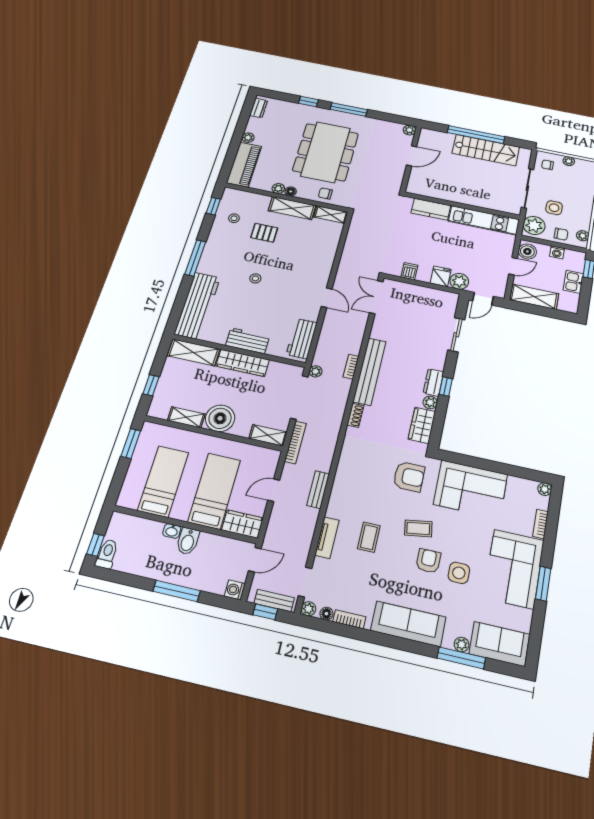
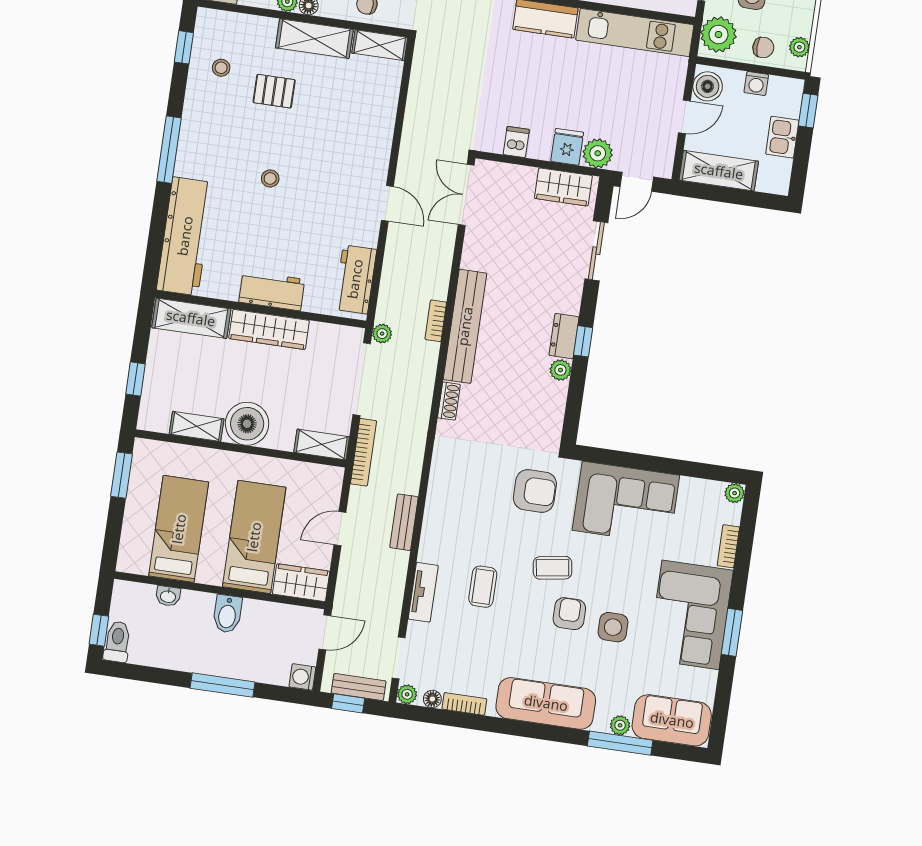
wardrobe: (422, 425) -> (563, 187), moved, turned -90
washbasin: (172, 531) -> (168, 596), moved

